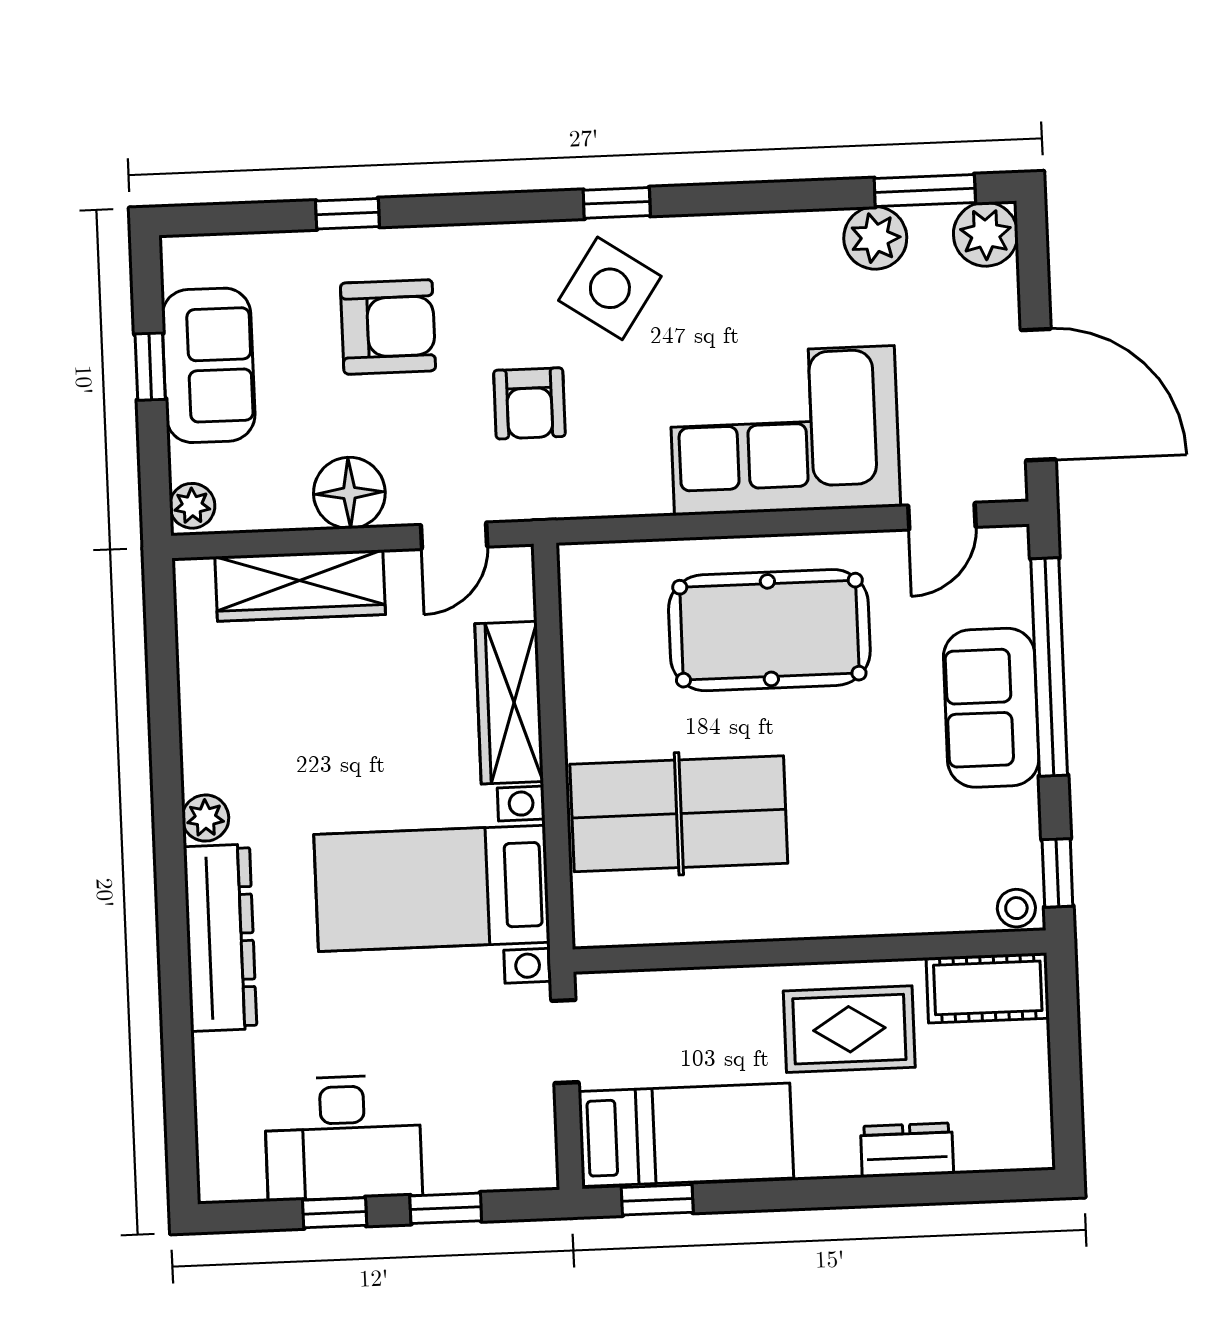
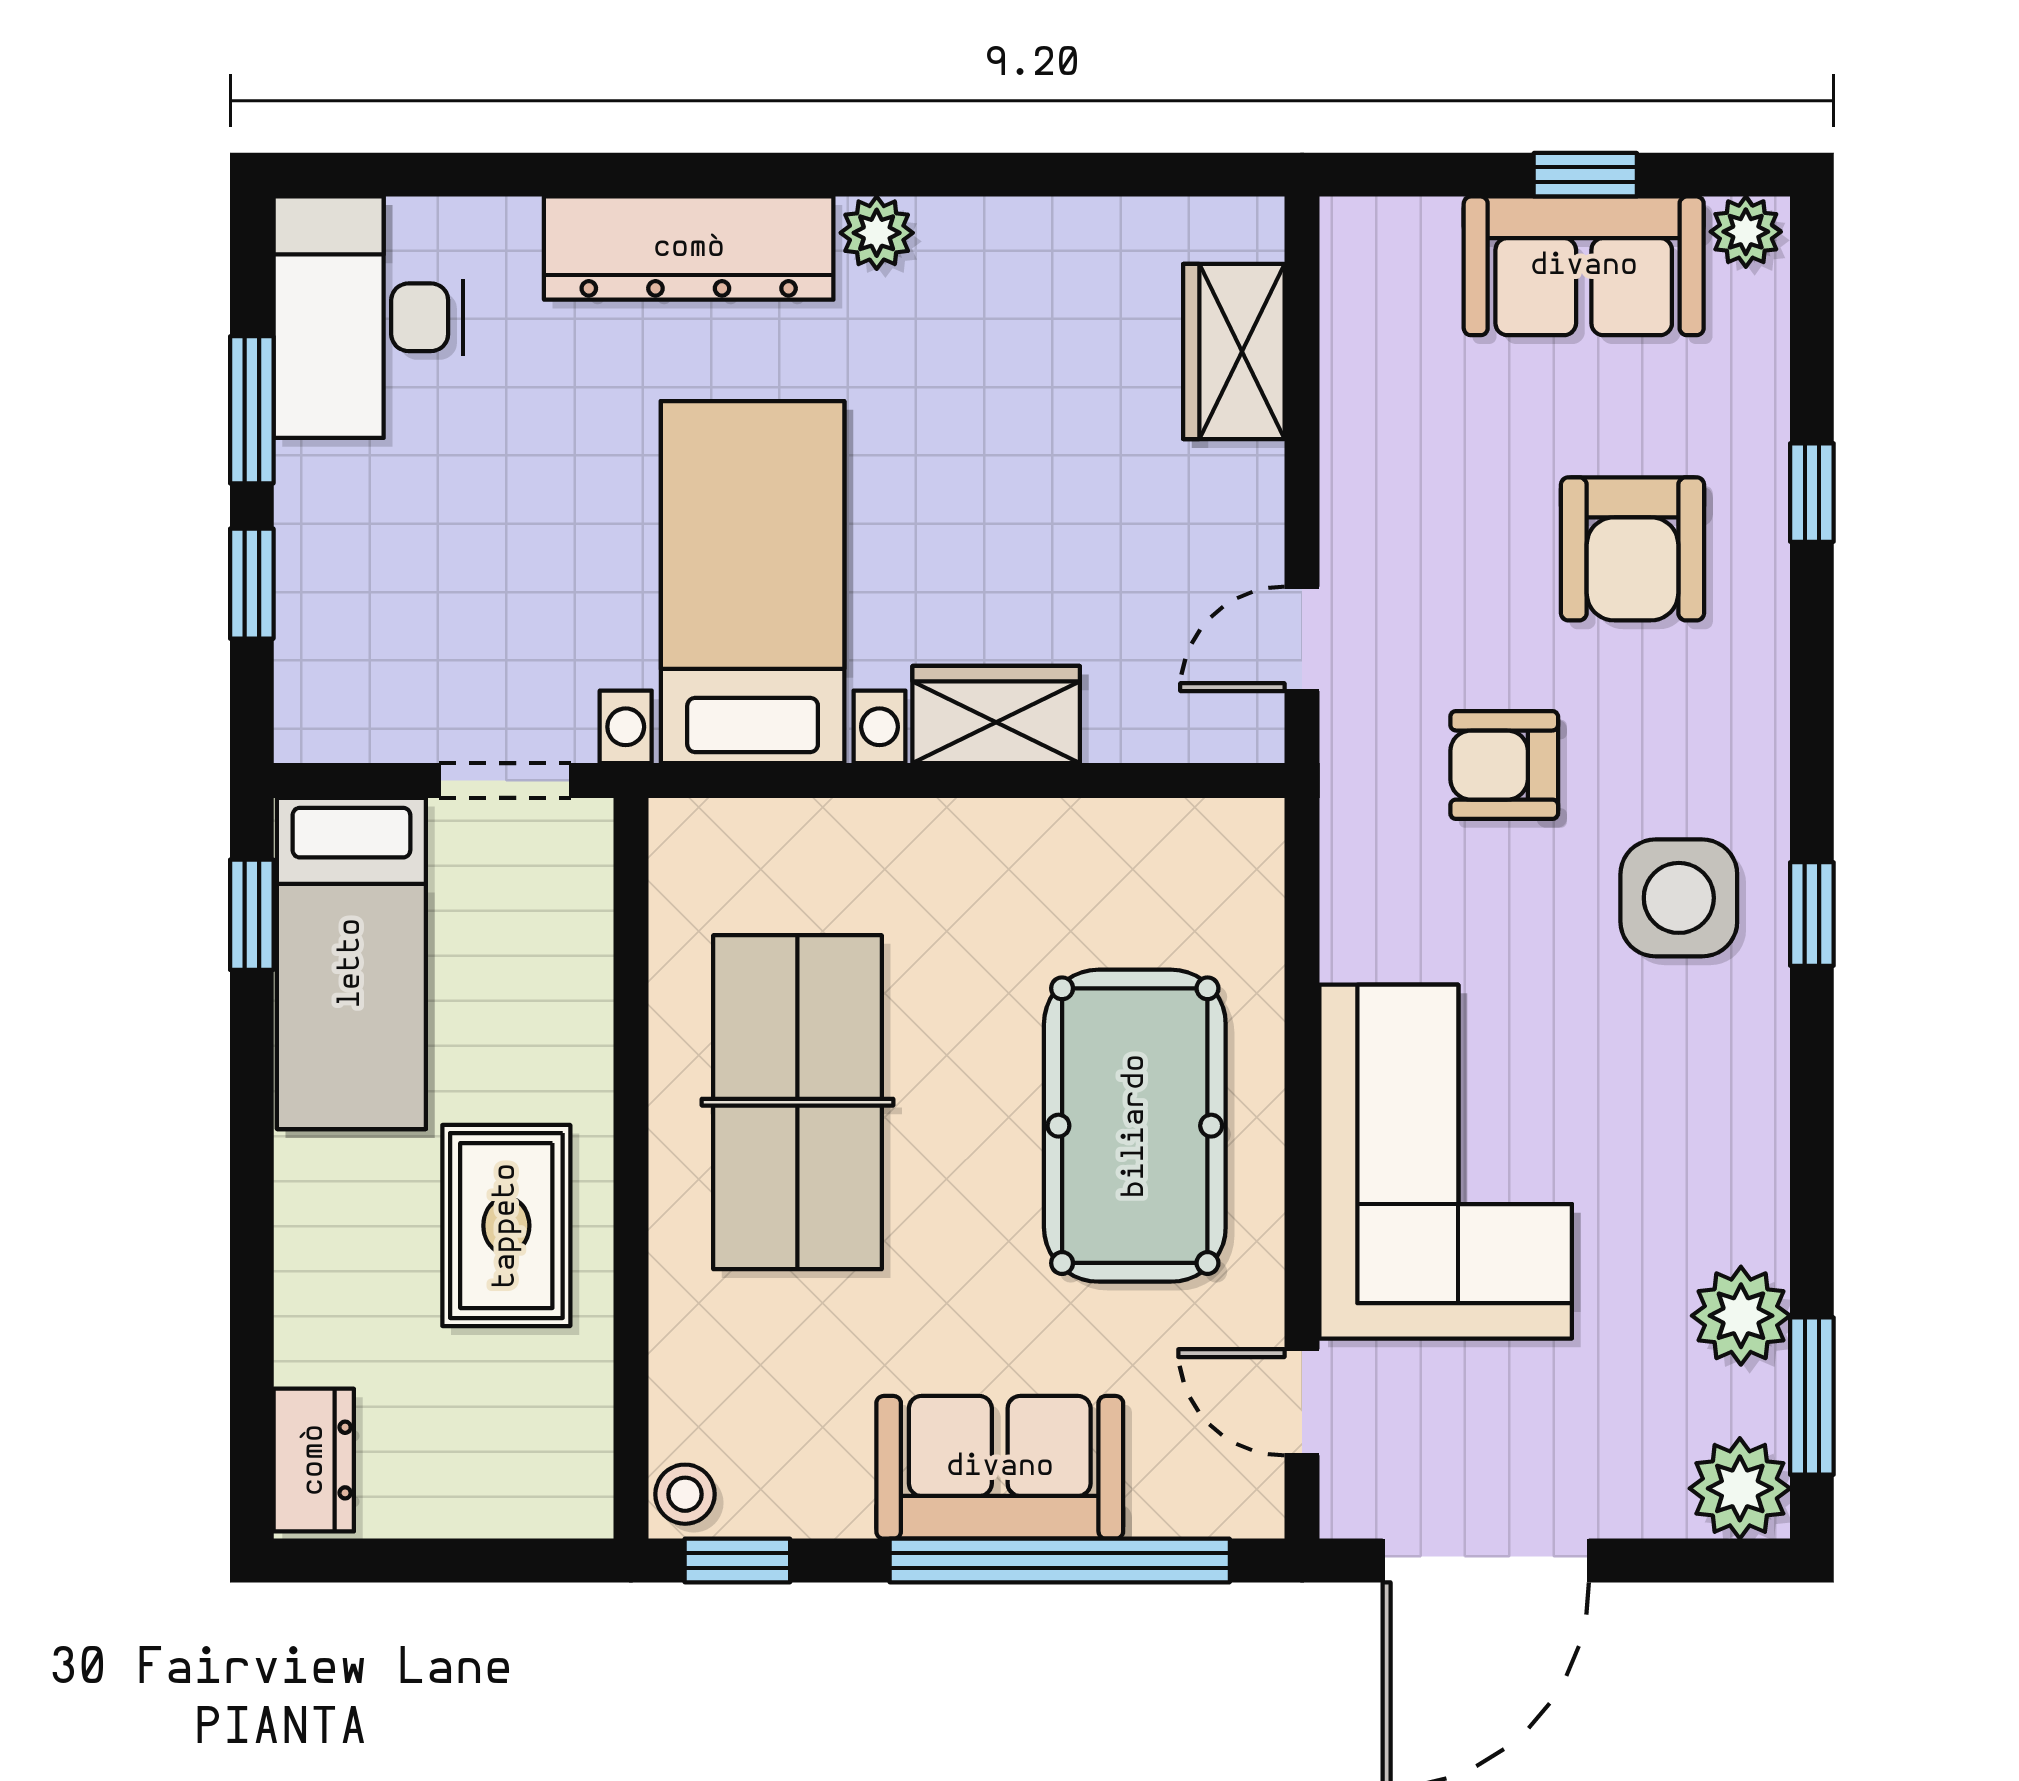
side table: (610, 288) -> (1679, 898), turned -34
floor lamp: (349, 493) -> (1375, 478), removed
plant: (192, 506) -> (1746, 232), moved
door: (454, 536) -> (1302, 639), hinge flipped
wardrobe: (300, 586) -> (1234, 352), width x0.67
wardrobe: (509, 703) -> (996, 714), width x0.67
table tennis table: (679, 814) -> (797, 1102), moved
cot: (988, 988) -> (562, 1444), removed
desk: (343, 1138) -> (368, 317), moved
dresser: (907, 1150) -> (314, 1460), moved
window: (335, 1213) -> (252, 410), width x1.50

